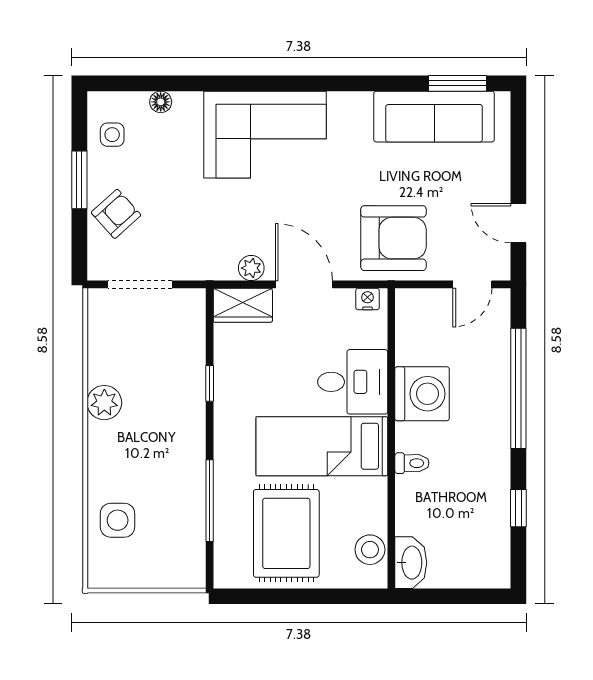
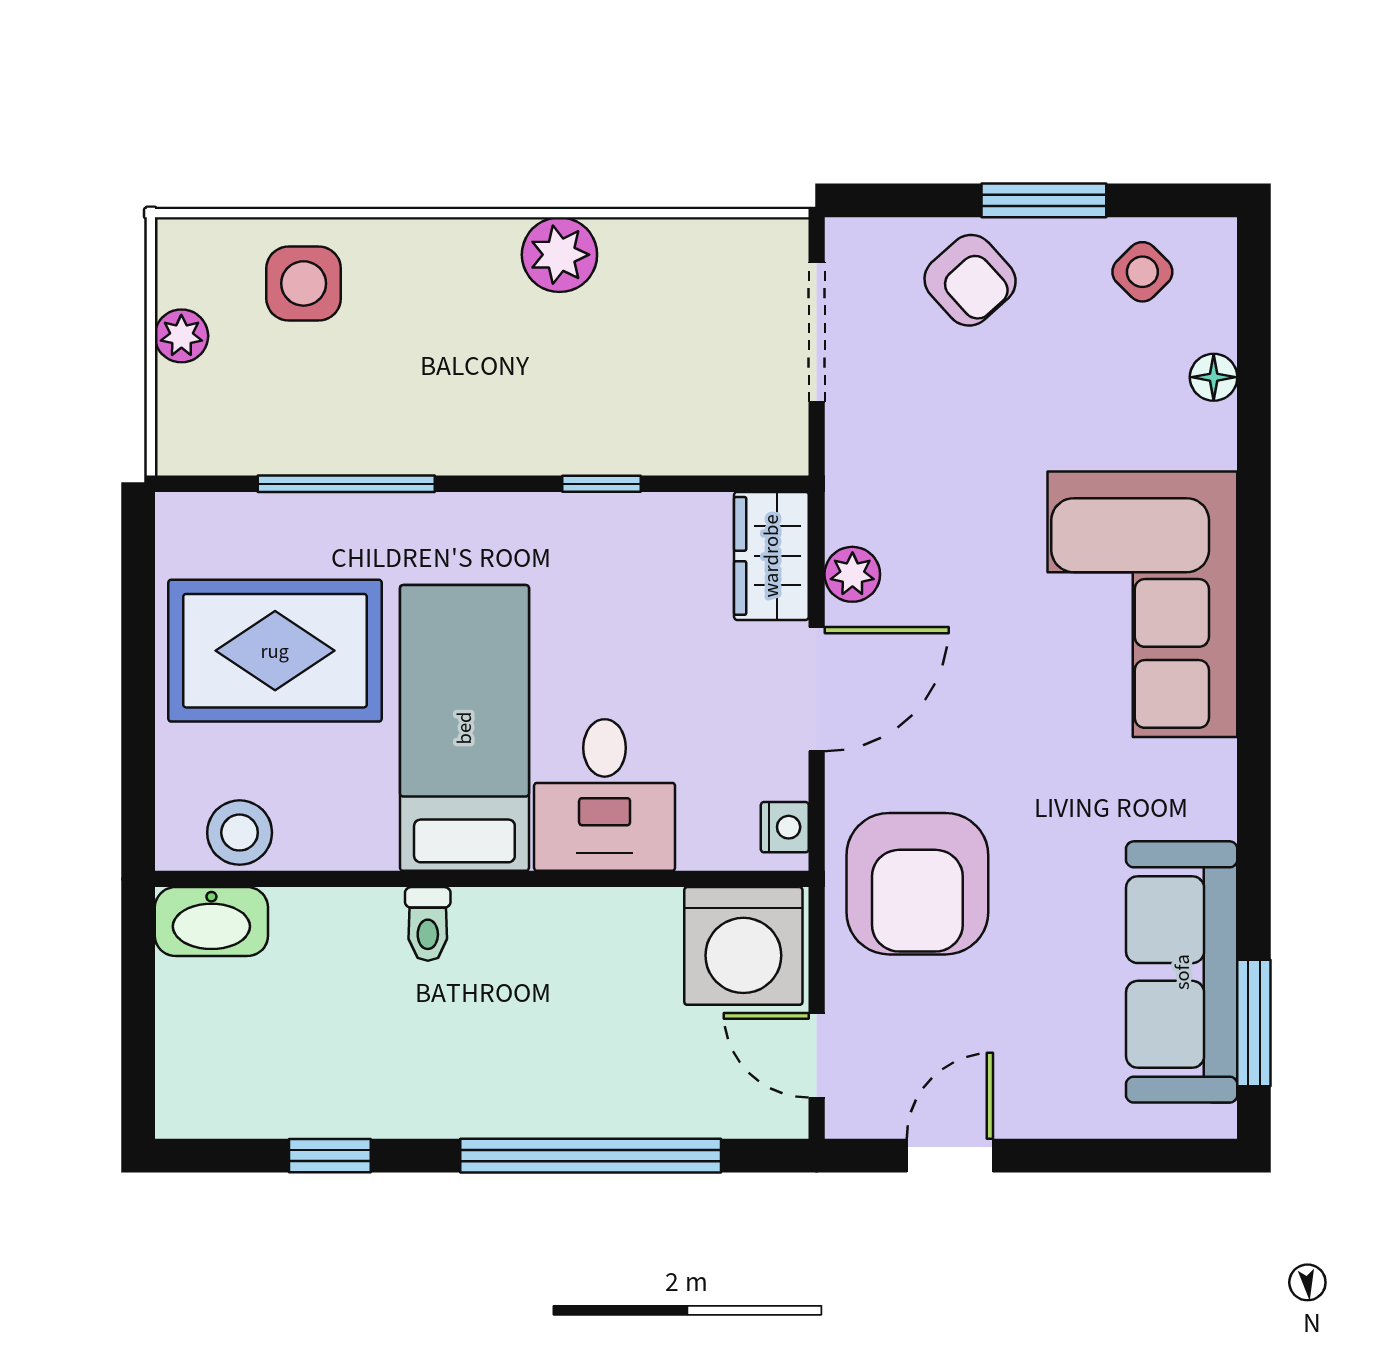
side table: (112, 135) -> (1142, 272), turned 45
washing machine: (422, 394) -> (743, 946), moved
plant: (142, 576) -> (181, 336), added

